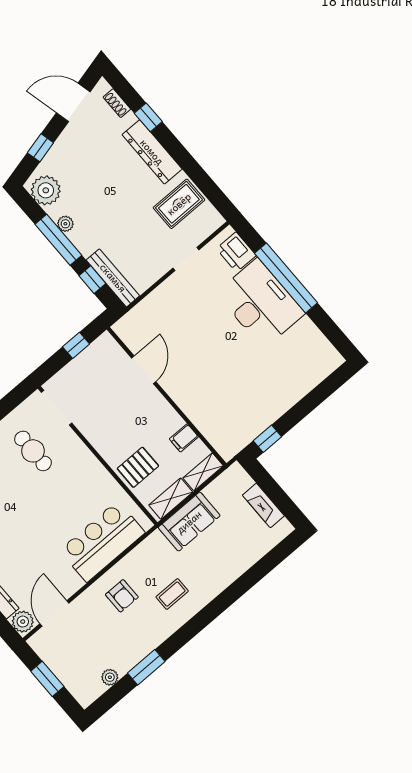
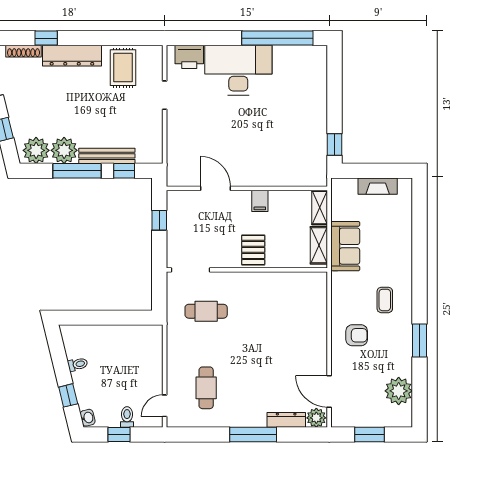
shoe rack: (117, 103) -> (24, 51), width x1.43
plant: (65, 224) -> (64, 150), width x1.88, depth x1.88
bench: (113, 278) -> (107, 156), moved
window: (286, 278) -> (277, 38), moved
filing cabinet: (184, 438) -> (260, 201), moved
pallet: (138, 467) -> (253, 250), moved
bar counter: (102, 542) -> (308, 317), removed
window: (146, 667) -> (419, 340), moved
plant: (110, 677) -> (399, 391), width x1.88, depth x1.88

